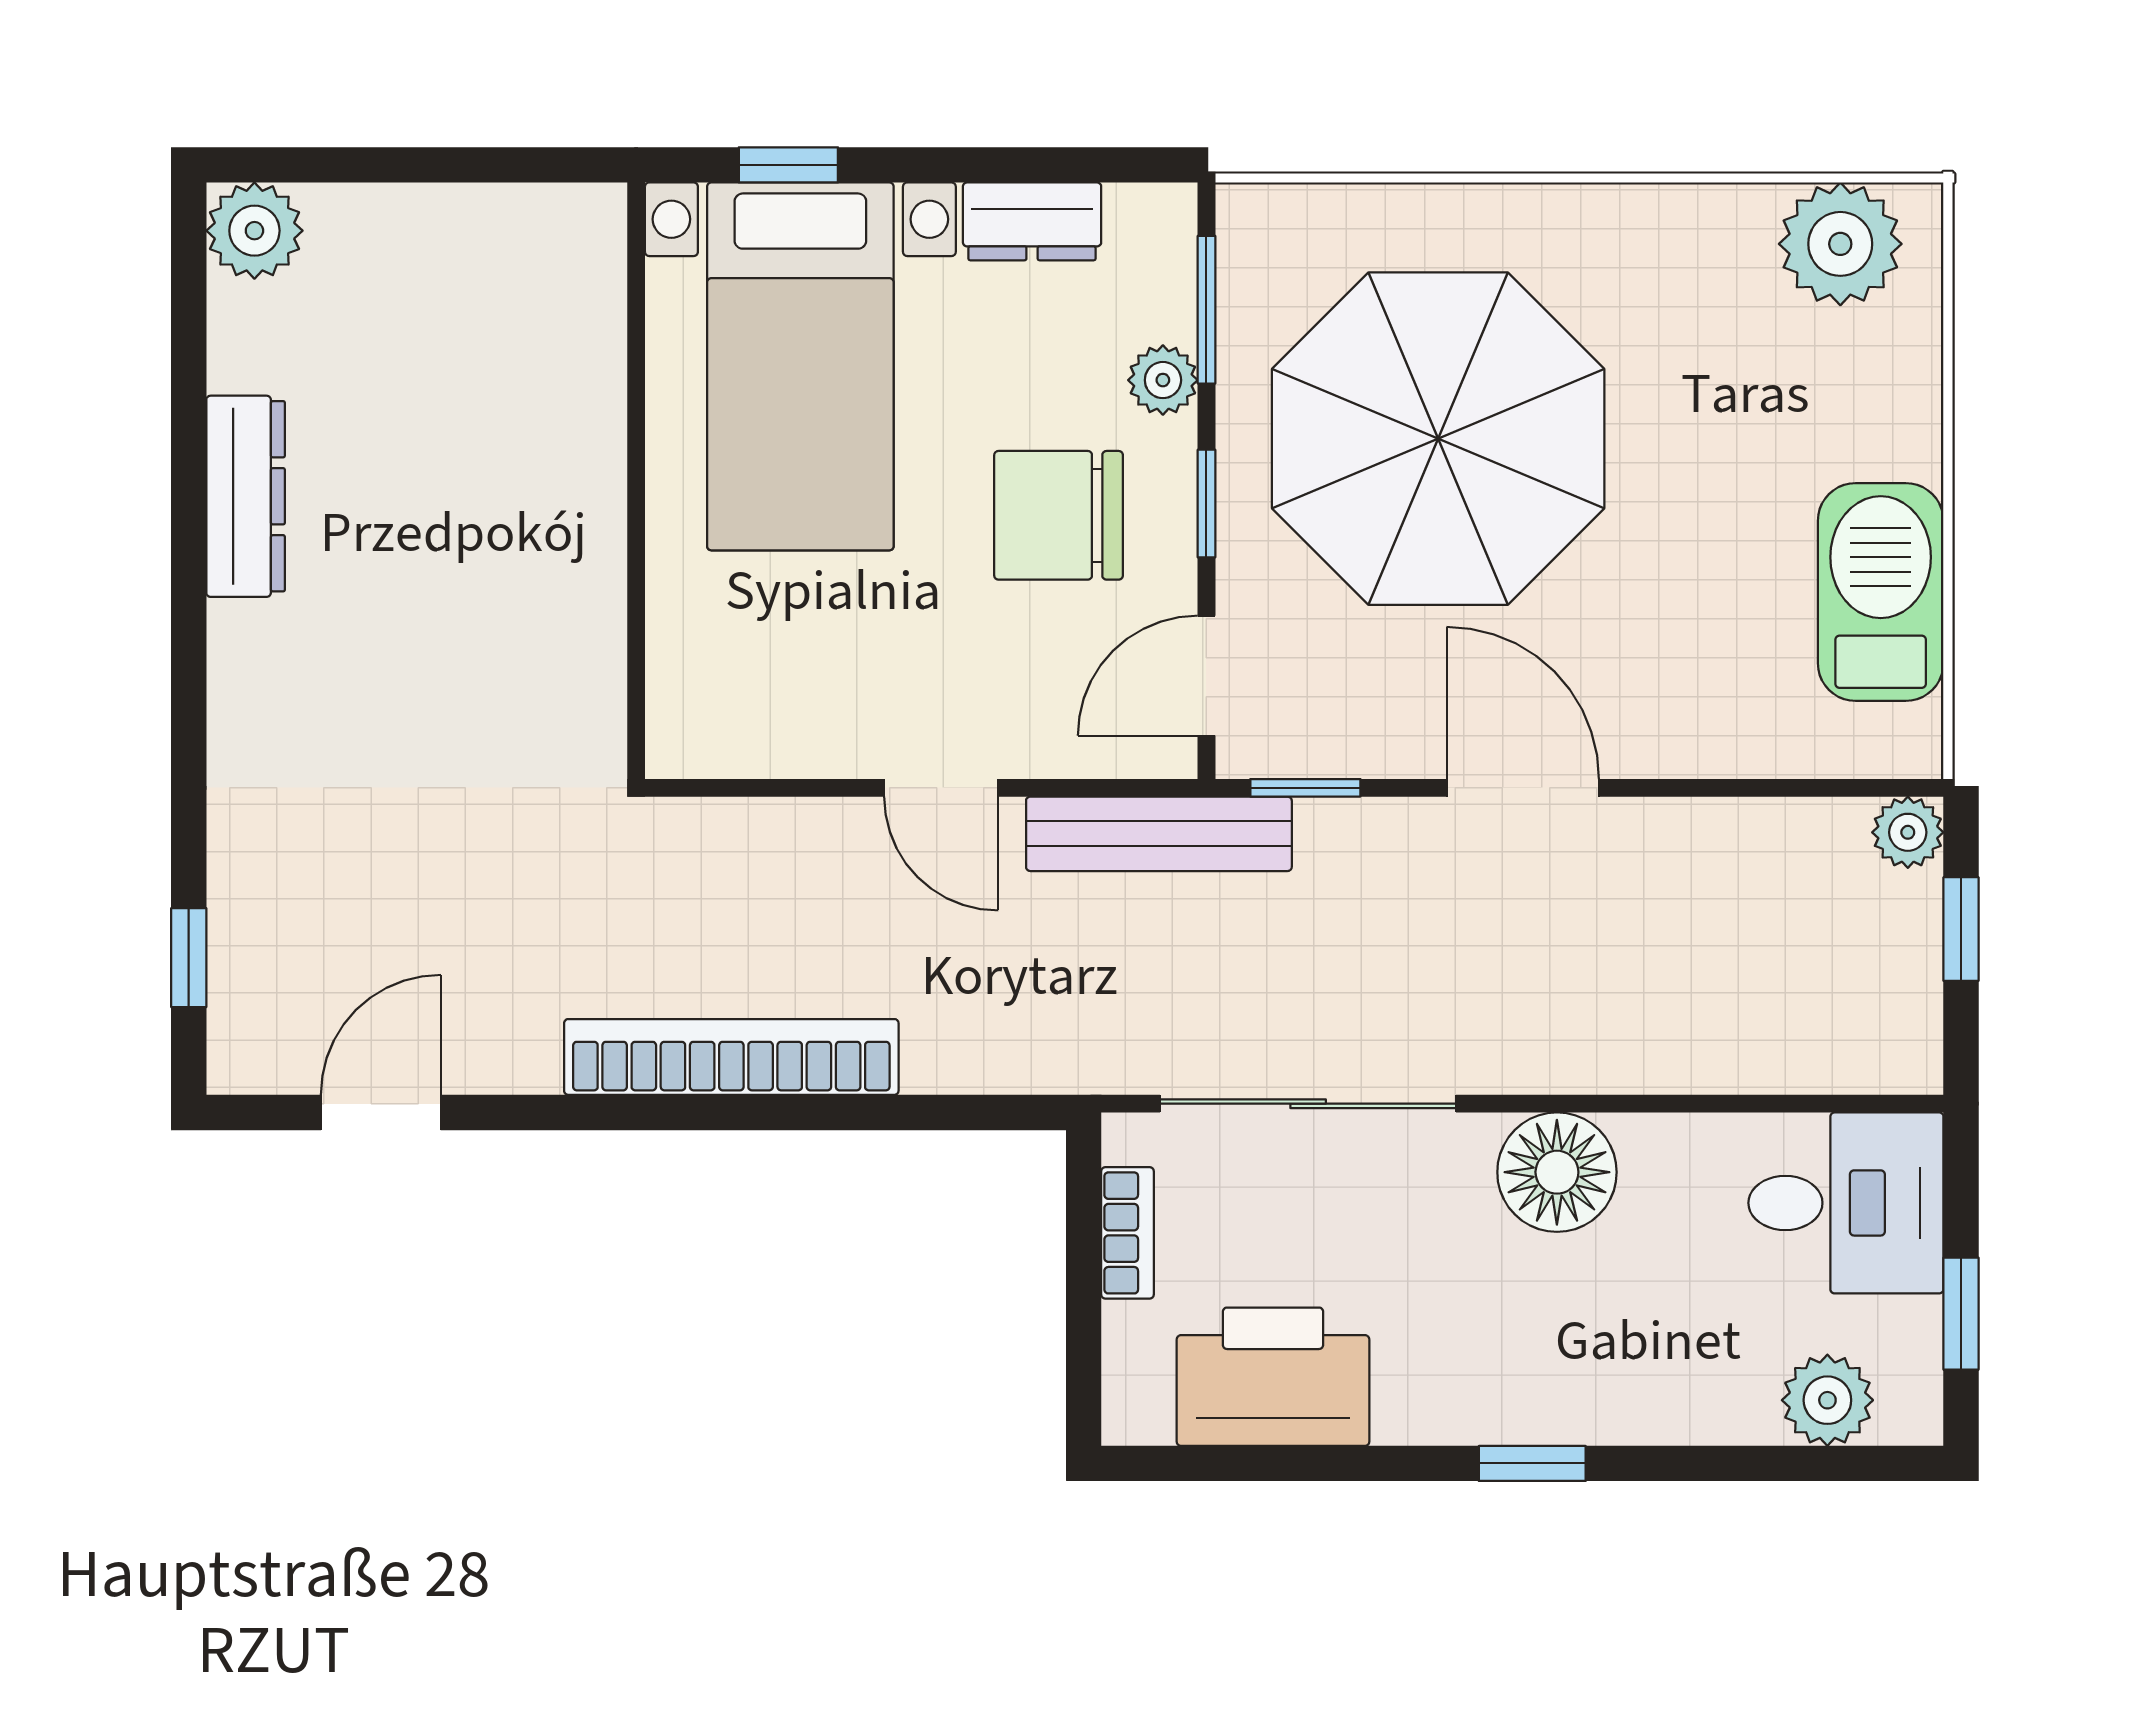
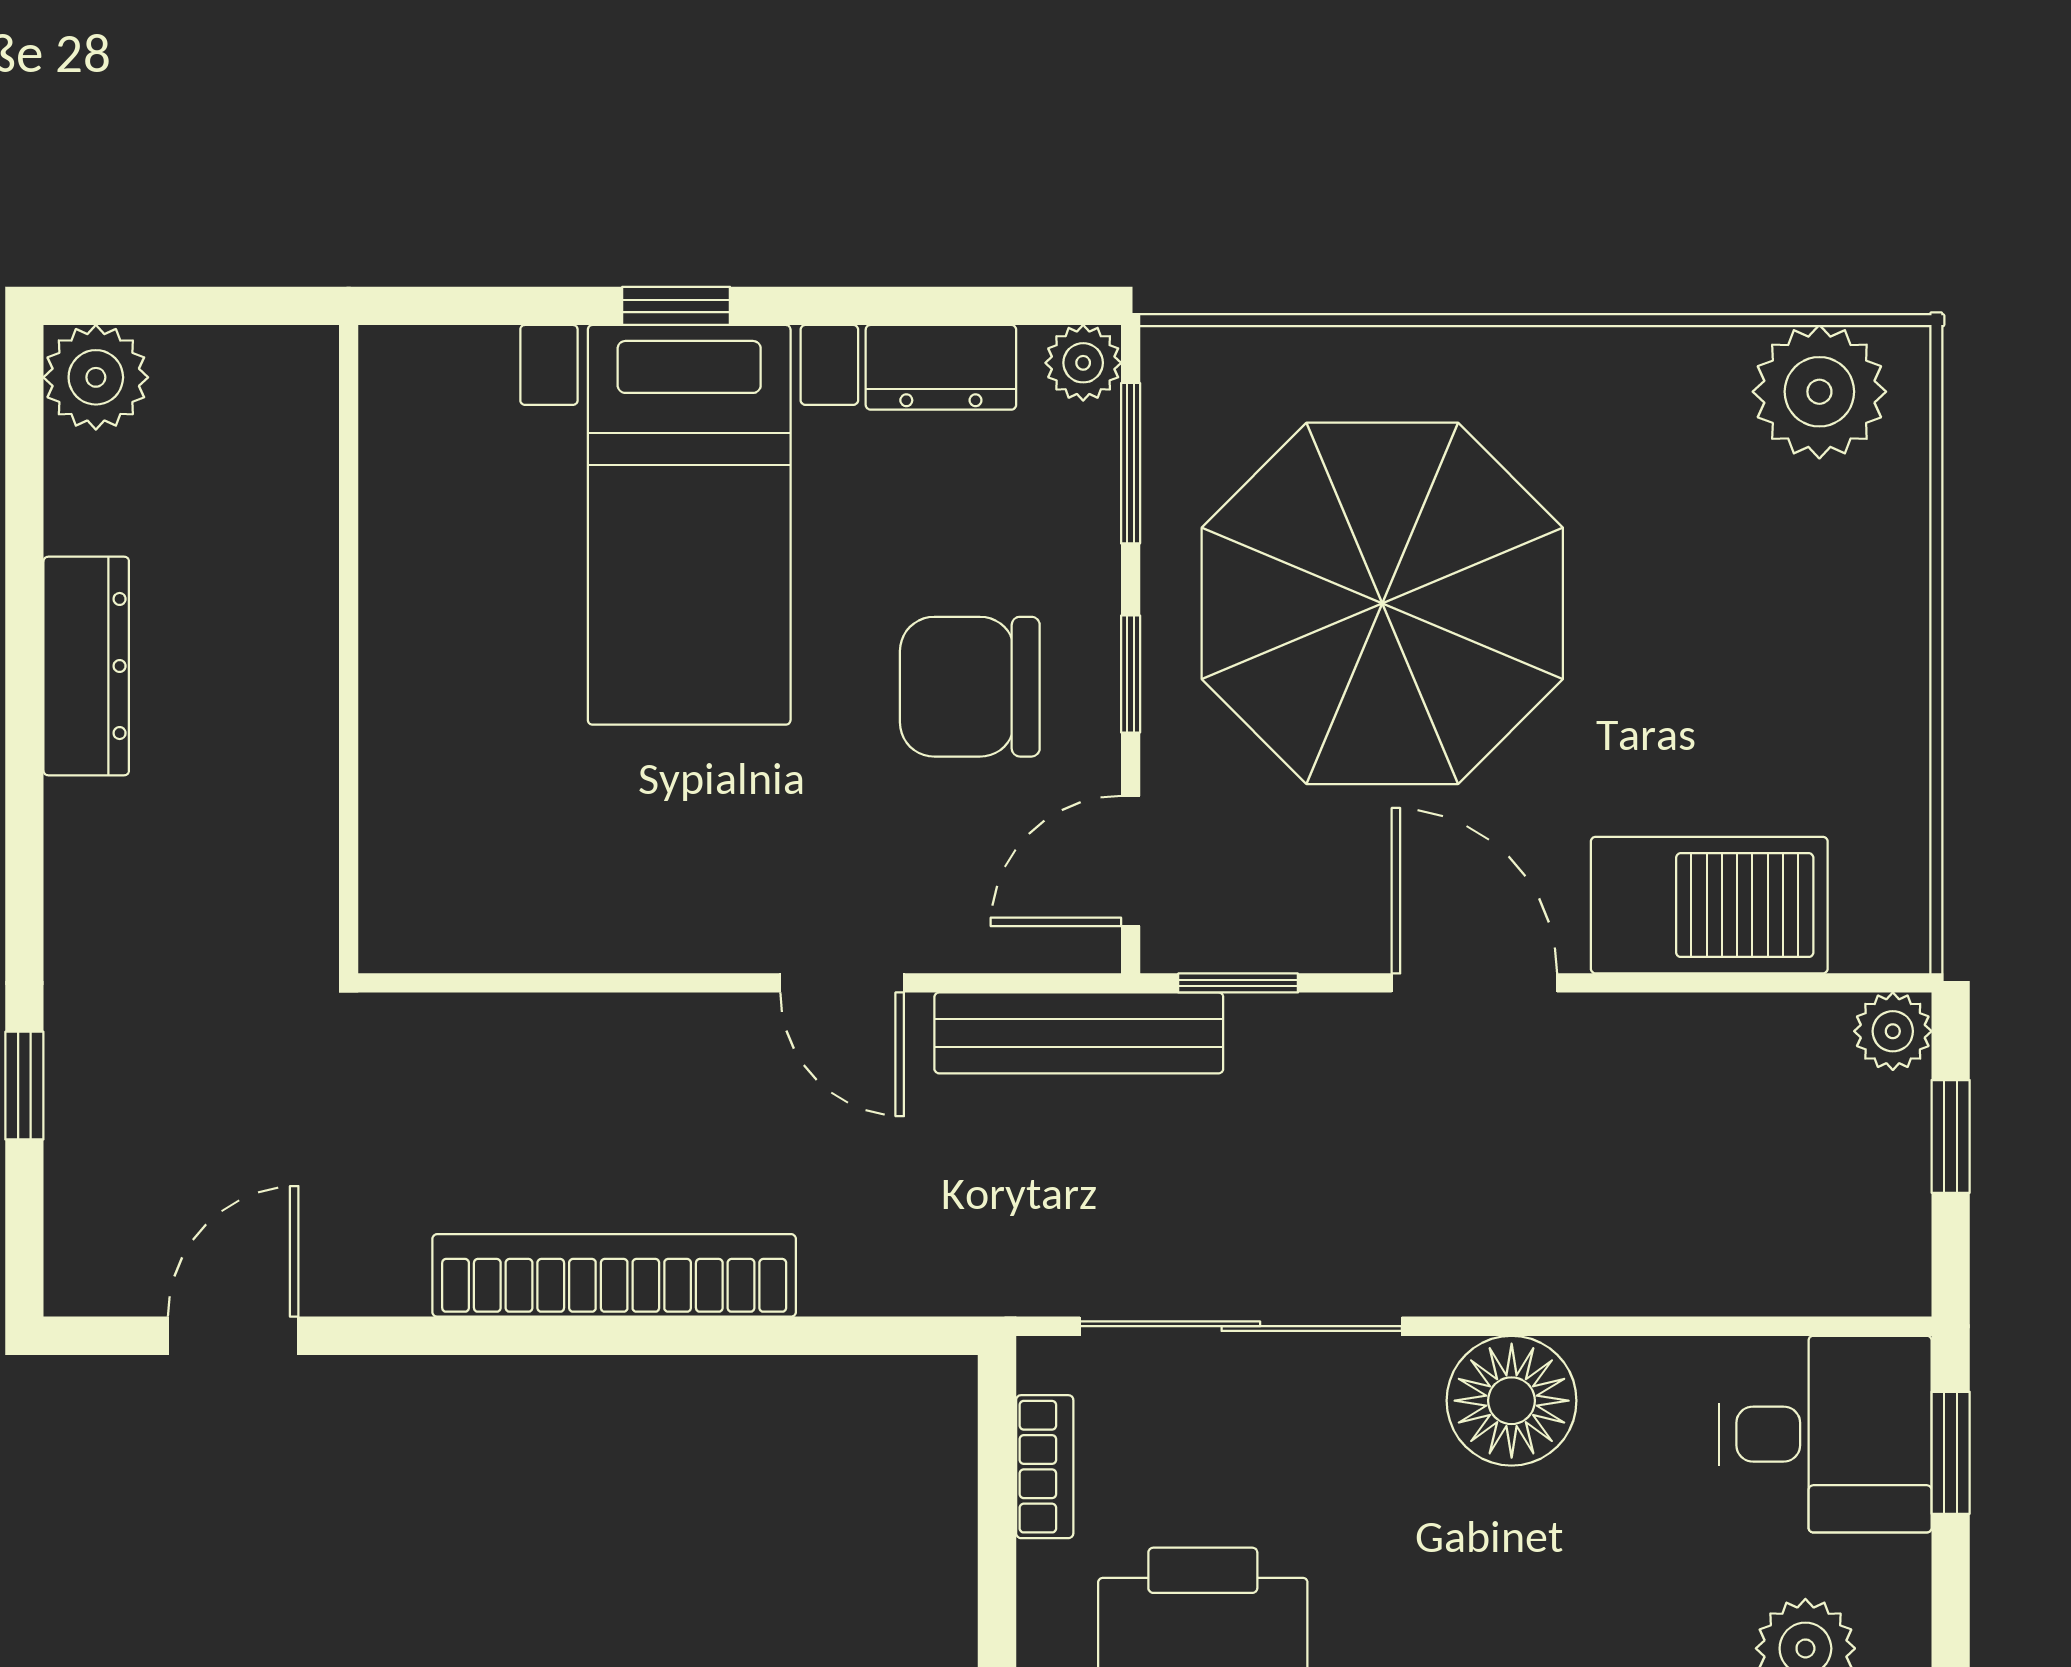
plant: (1163, 380) -> (1083, 363), moved
wall: (636, 481) -> (349, 649), moved
barbecue: (1881, 592) -> (1709, 905), moved, turned 90
window: (189, 958) -> (24, 1086), moved
window: (1961, 1314) -> (1951, 1453), moved

